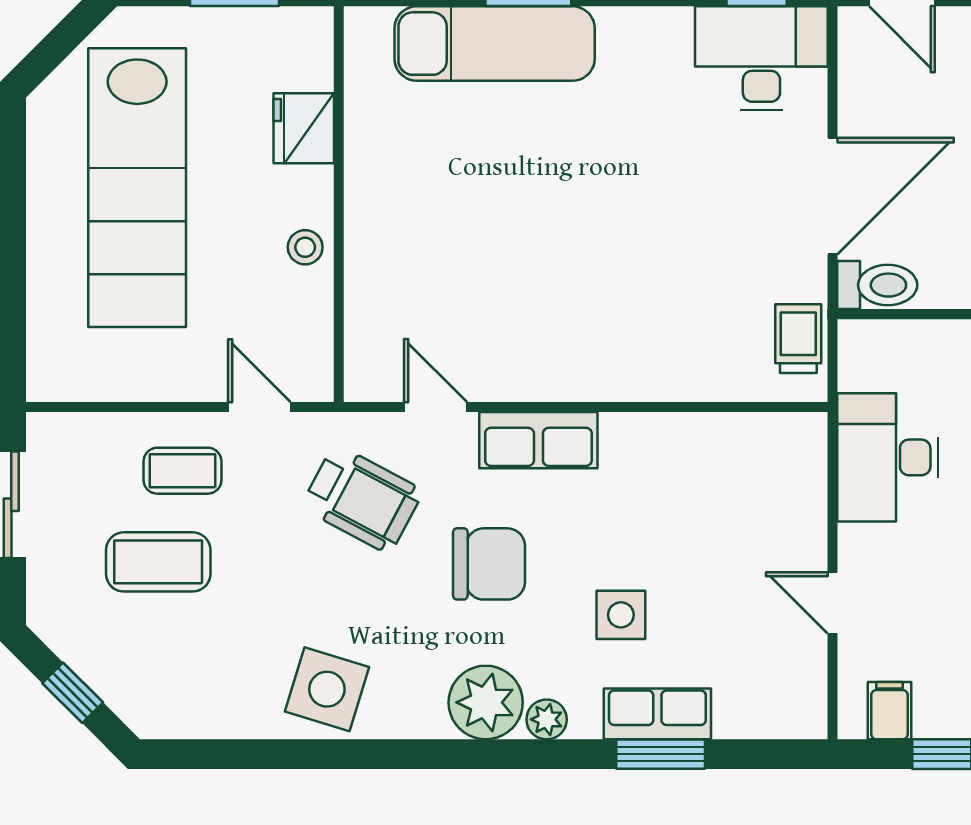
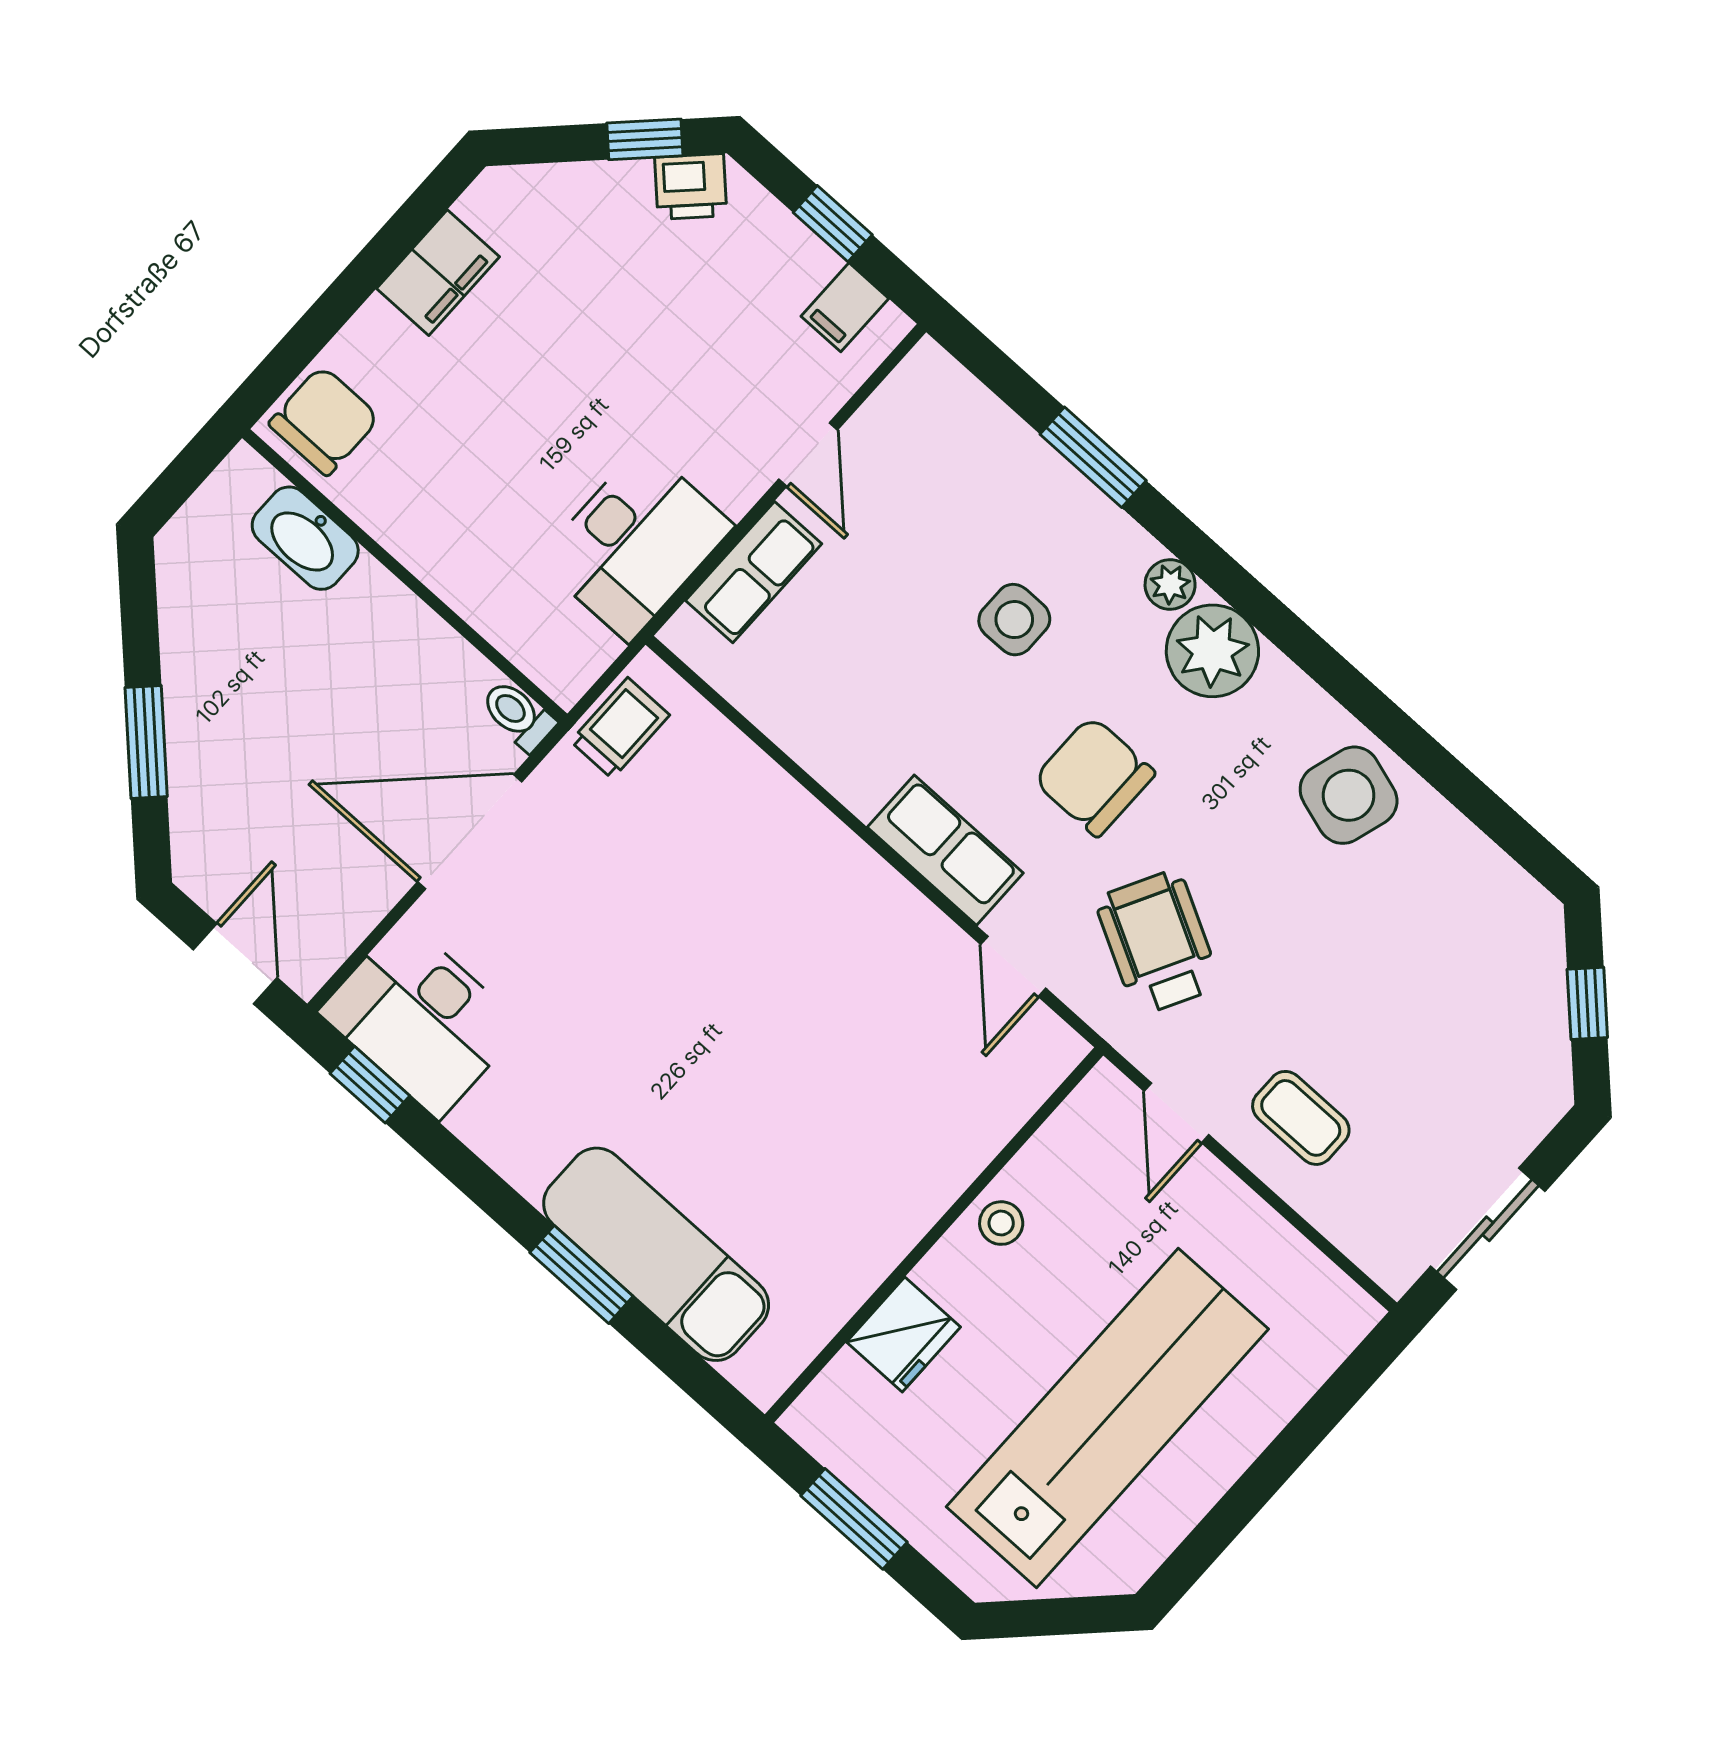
toilet: (877, 285) -> (518, 715), width x0.73, depth x0.72
trolley: (798, 339) -> (620, 728), turned 180
coffee table: (158, 562) -> (1399, 1053), removed
row of seats: (657, 714) -> (754, 572), moved, turned -90

